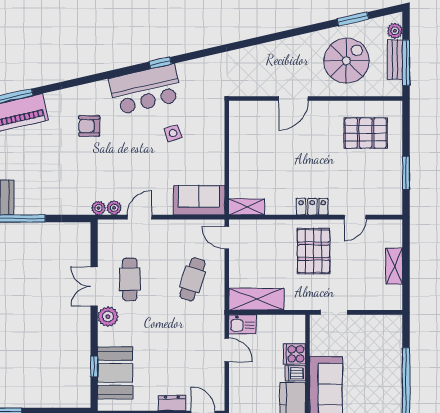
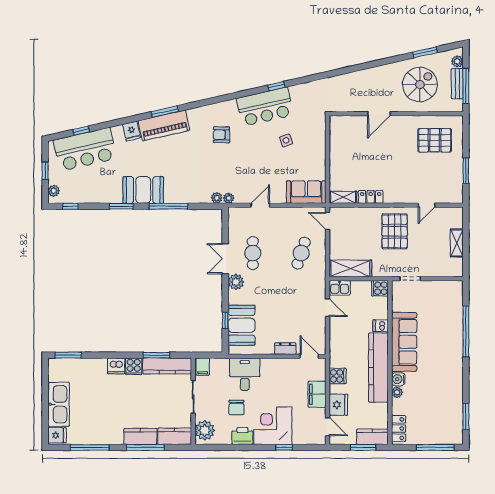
locker: (312, 207) -> (371, 197), moved
plant: (114, 208) -> (217, 198), moved
cooker: (295, 354) -> (380, 288), moved

